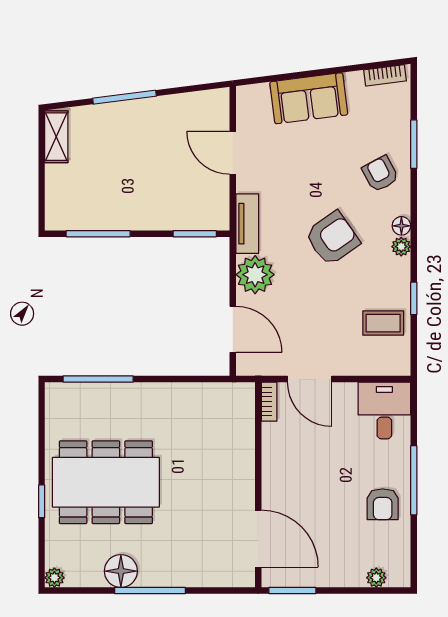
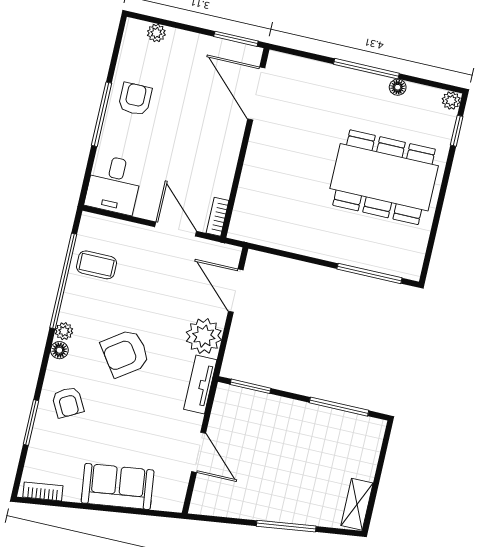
window: (414, 298) -> (63, 281), width x3.17
window: (42, 501) -> (457, 131), moved
floor lamp: (121, 571) -> (398, 87), width x0.53, depth x0.53

